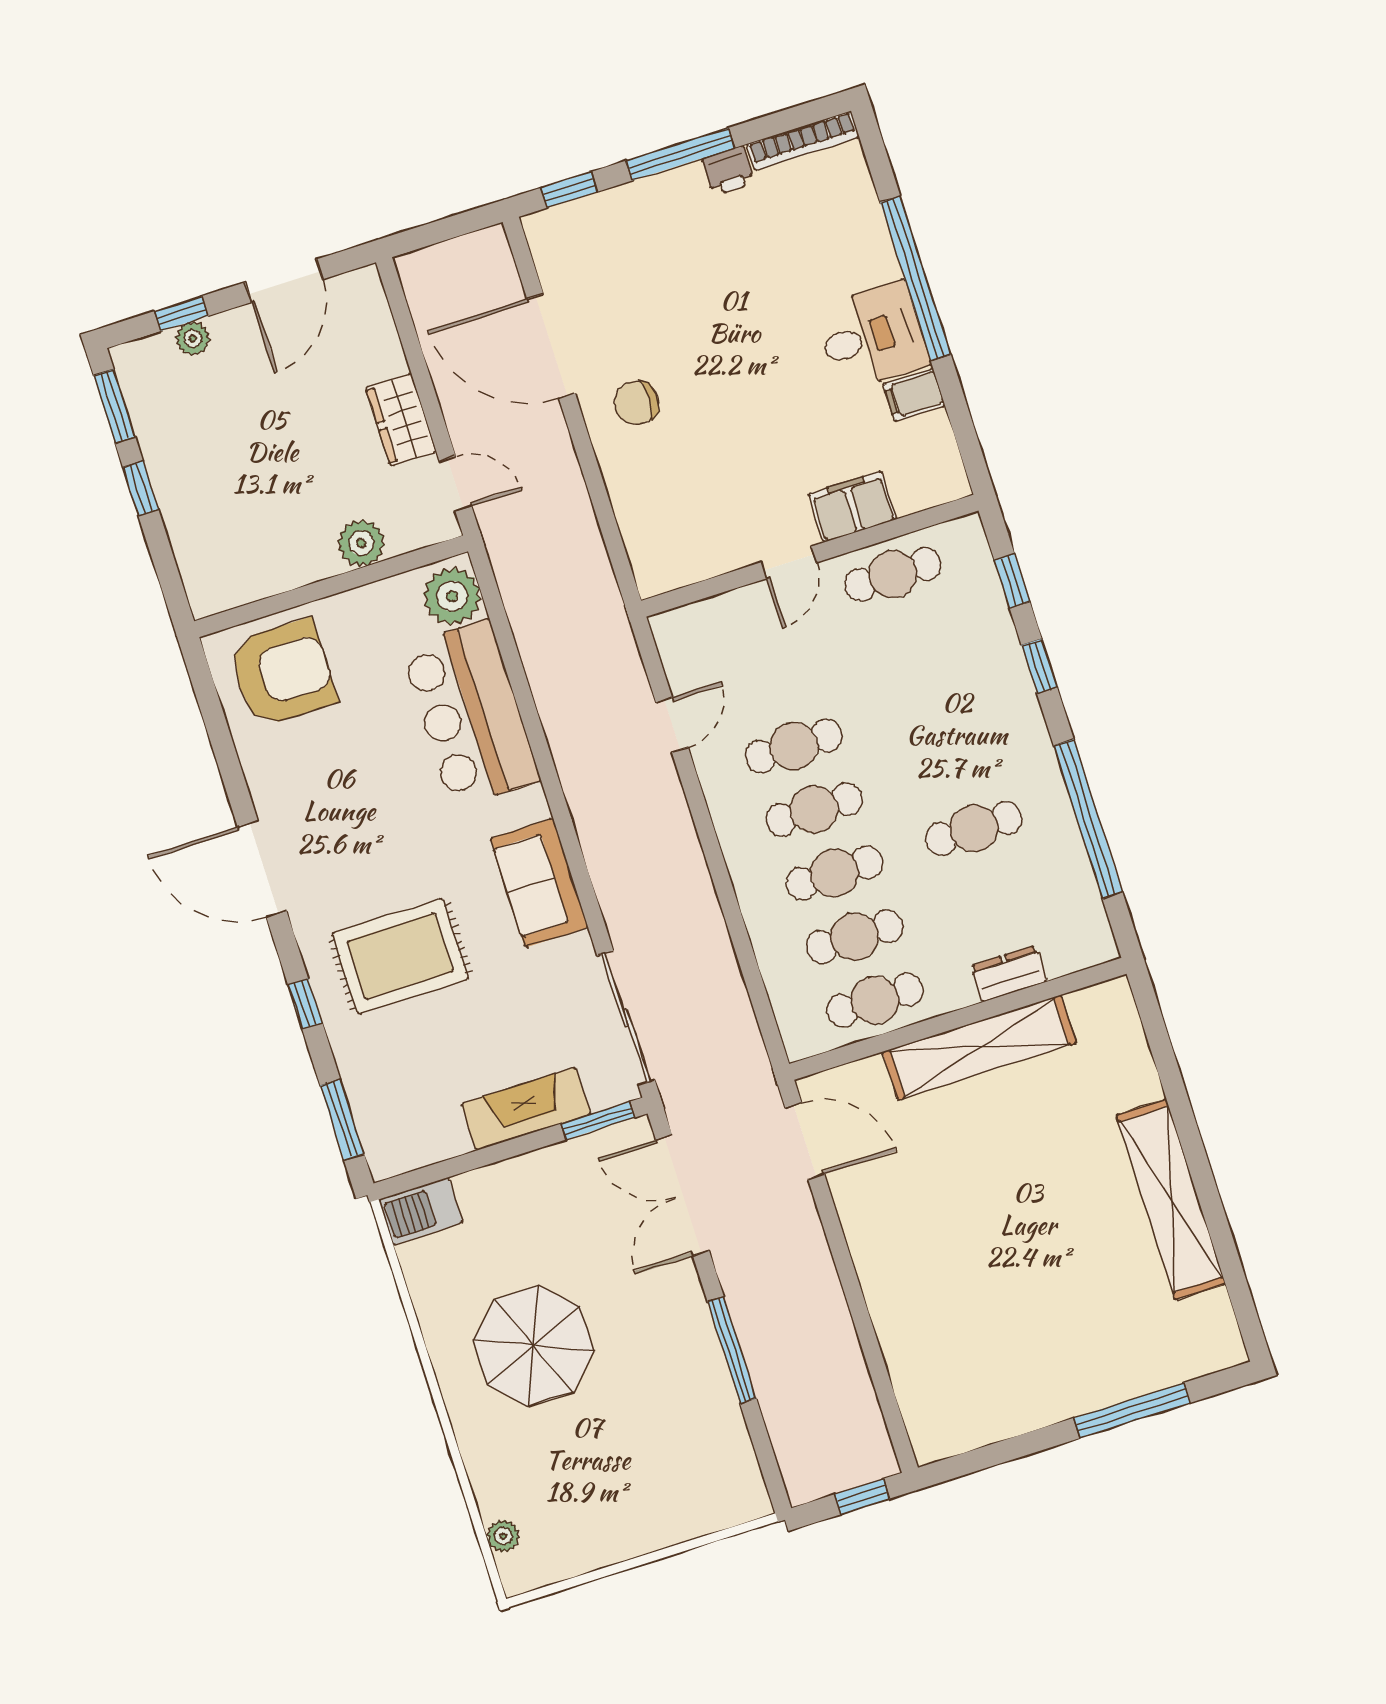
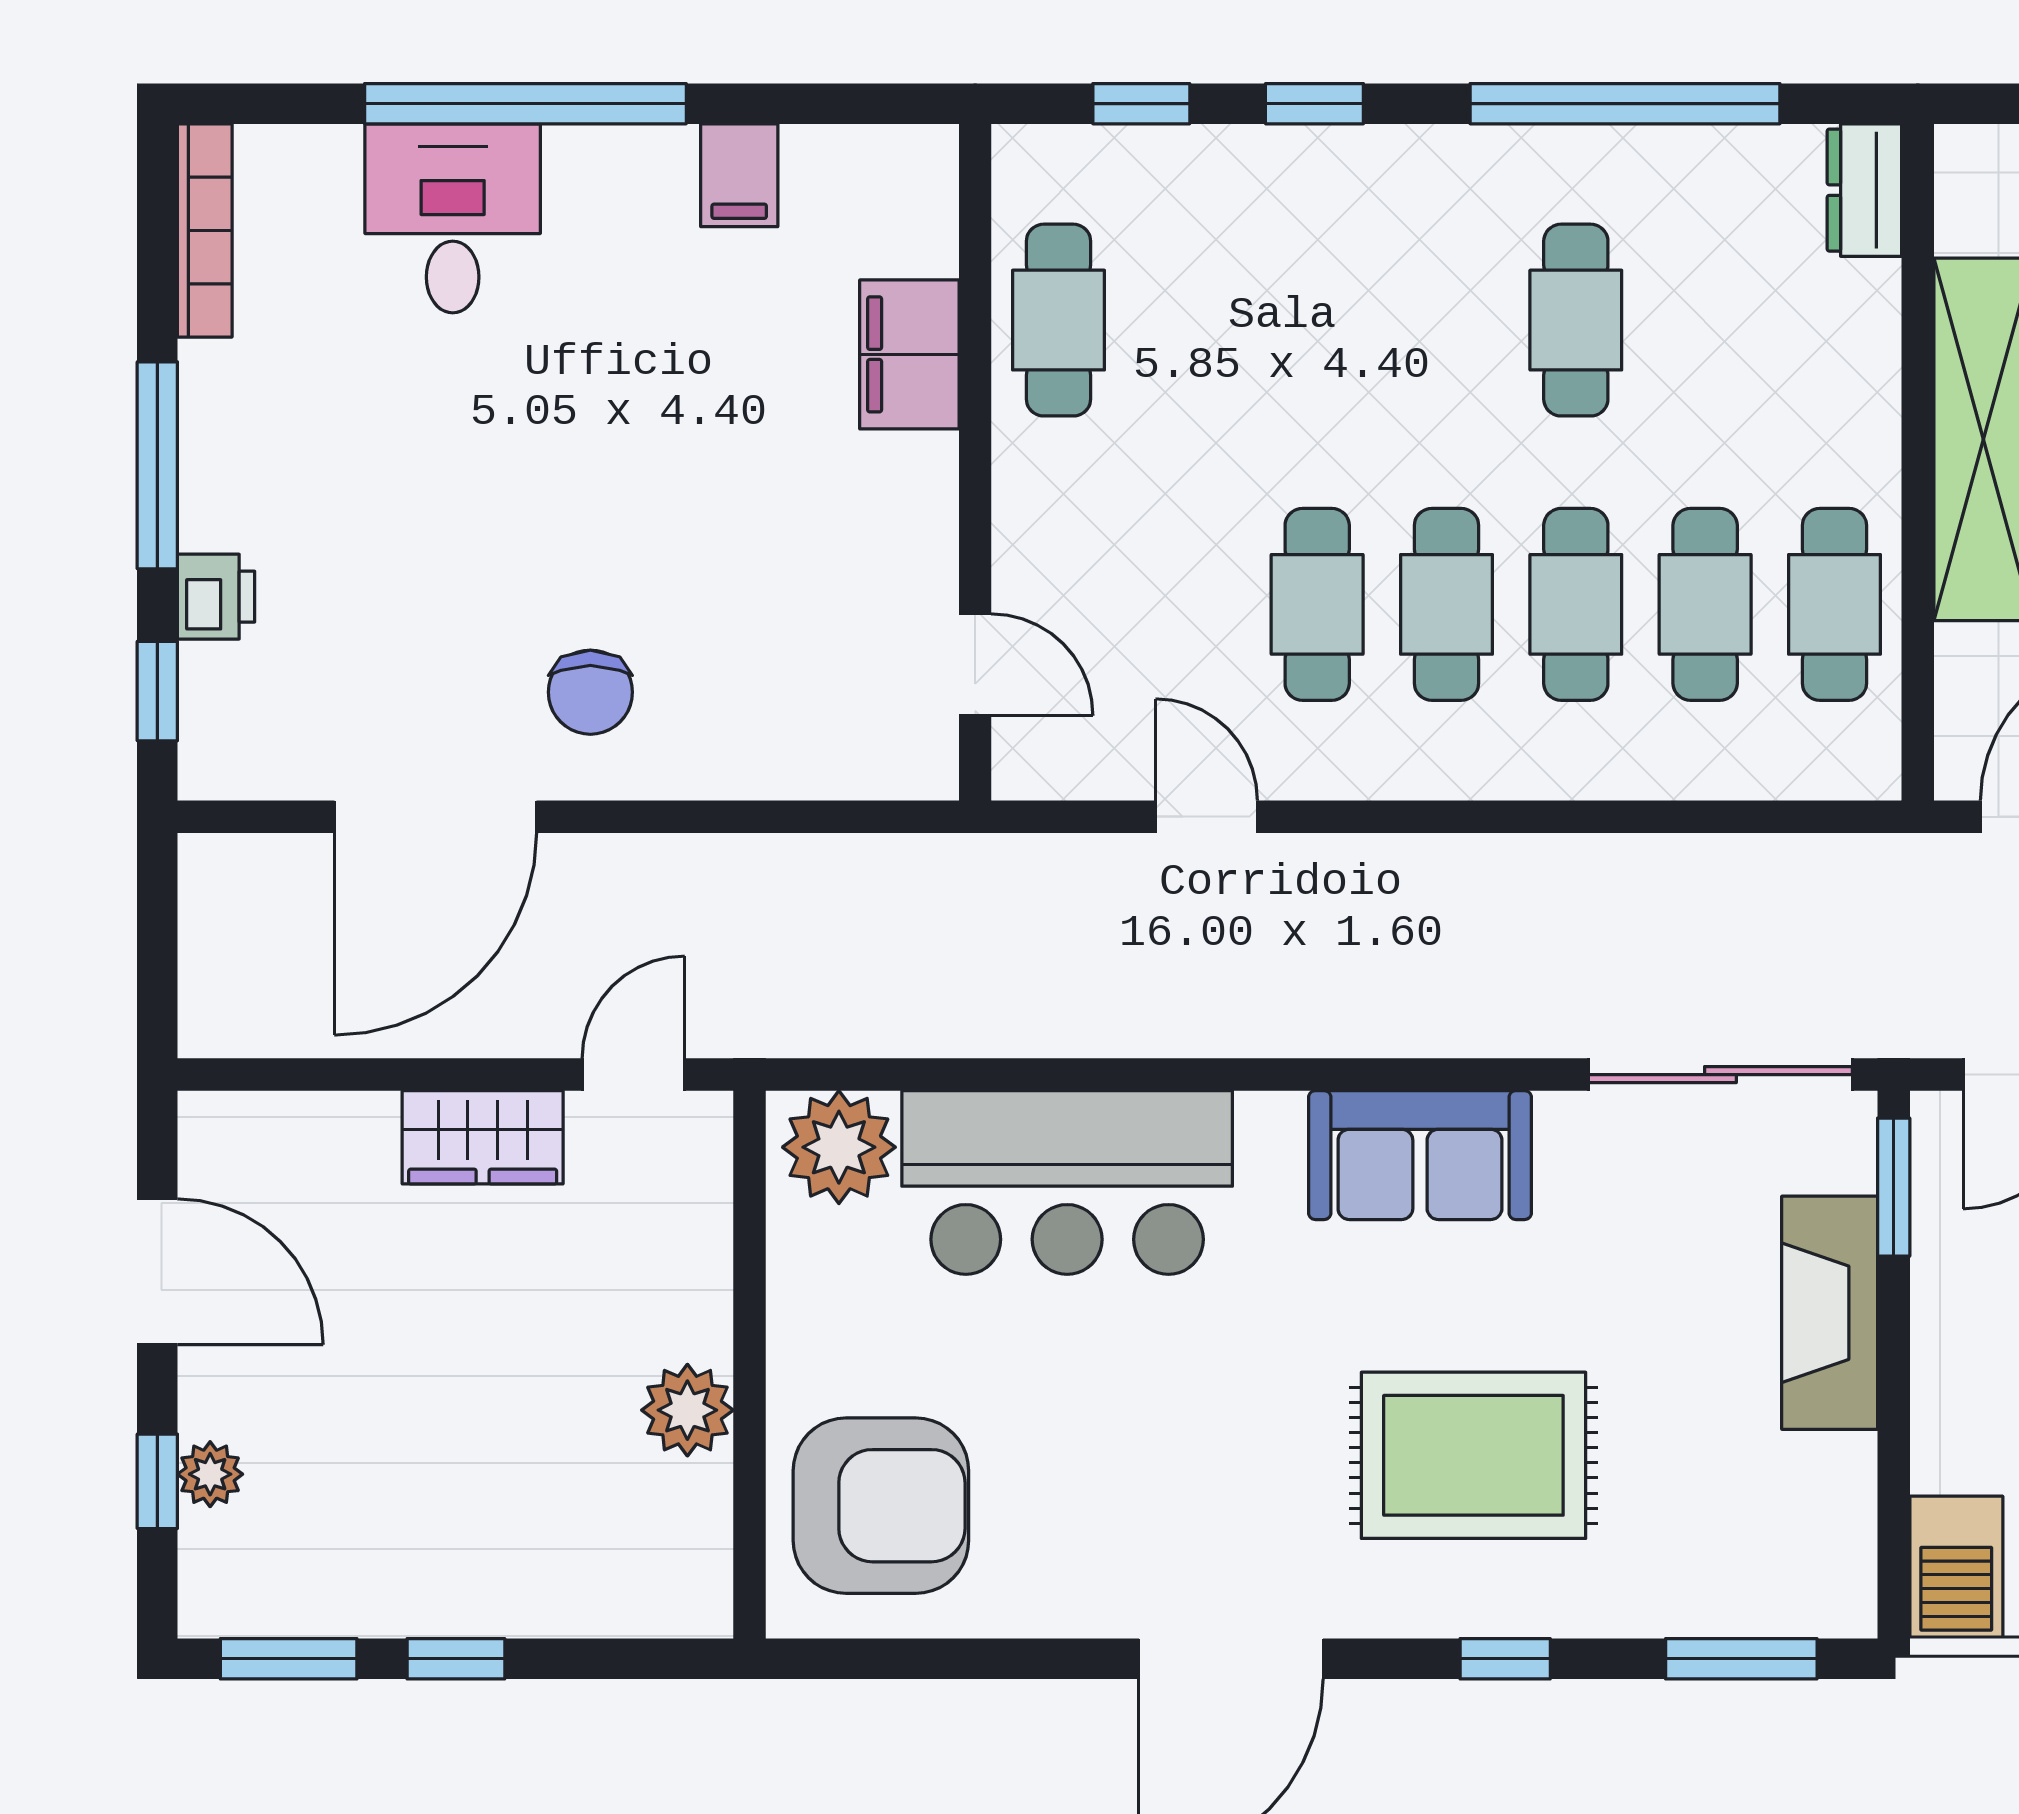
printer: (728, 171) -> (216, 597), moved
desk: (872, 336) -> (453, 218), moved
plant: (361, 543) -> (687, 1410), moved
door: (789, 562) -> (975, 665), moved
armchair: (282, 673) -> (881, 1506), turned 90
rug: (400, 956) -> (1473, 1455), turned 90
dresser: (1009, 974) -> (1864, 190), moved

